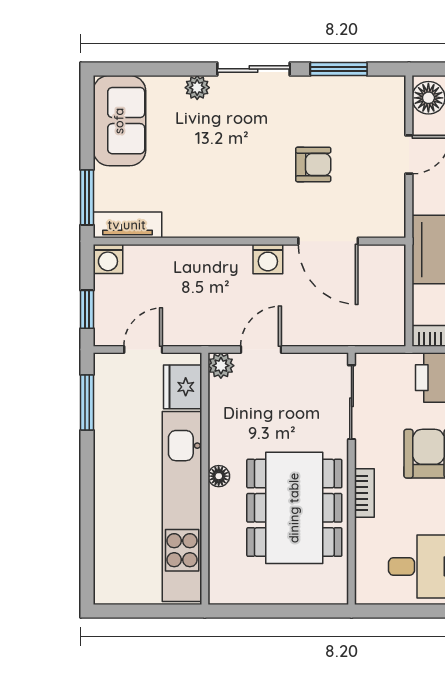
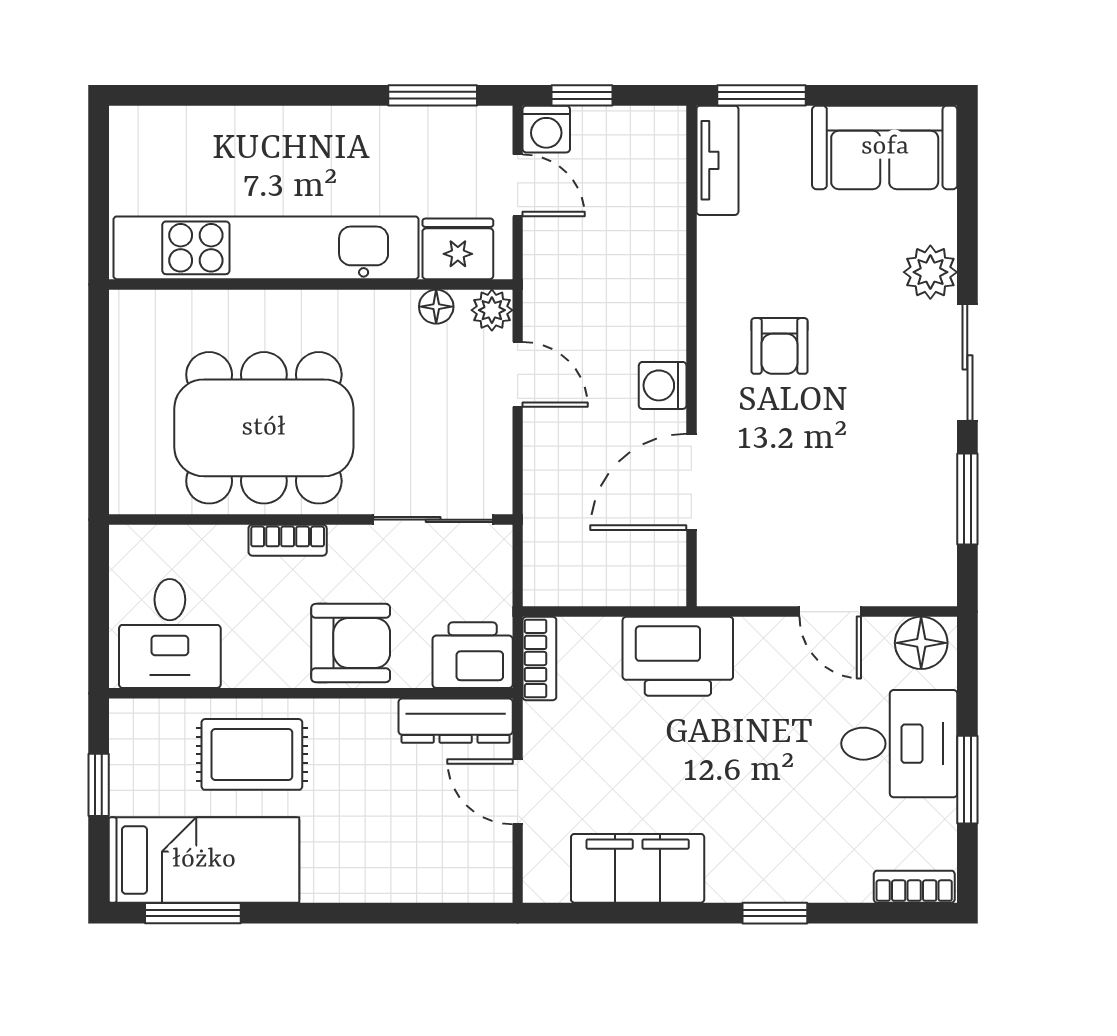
plant: (197, 88) -> (930, 272), width x1.38, depth x1.38
armchair: (313, 164) -> (779, 346), moved
washing machine: (108, 259) -> (546, 129), moved, turned -90
floor lamp: (219, 476) -> (436, 307), moved

